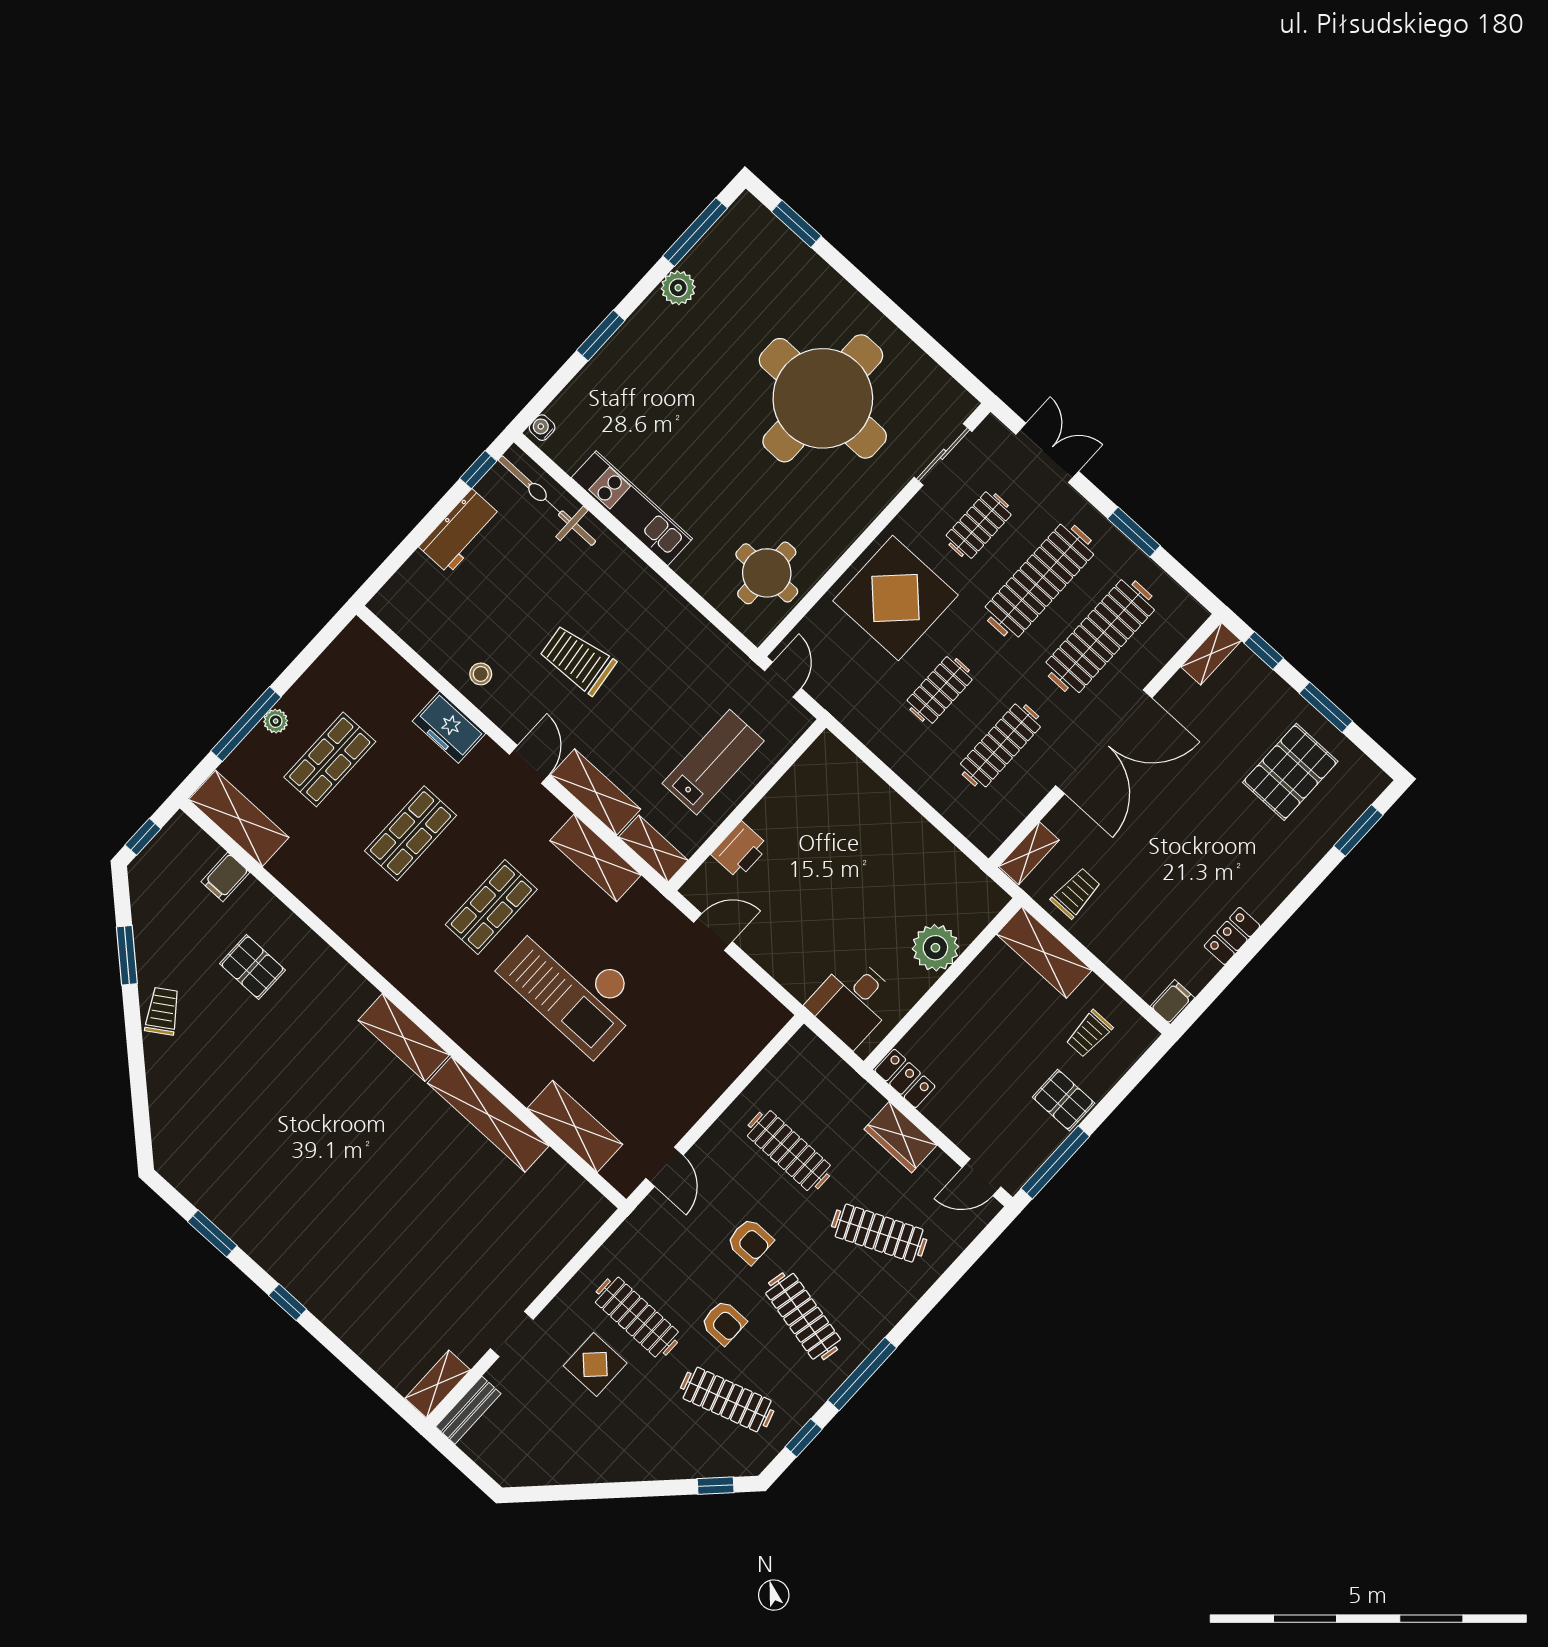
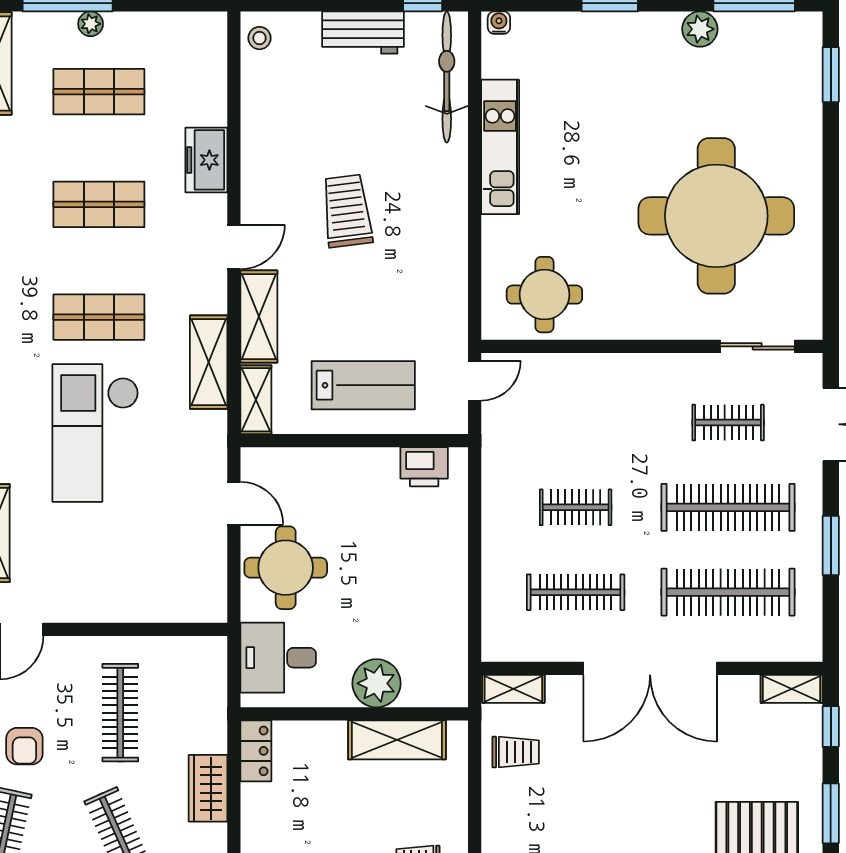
display table: (896, 598) -> (615, 410), removed
stool: (481, 674) -> (259, 38), moved
printer: (740, 850) -> (424, 467), moved
round table: (793, 937) -> (286, 568), added
shelving: (1044, 952) -> (397, 740), moved, turned 90

